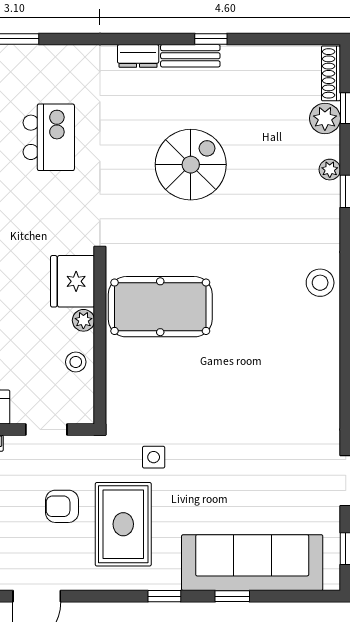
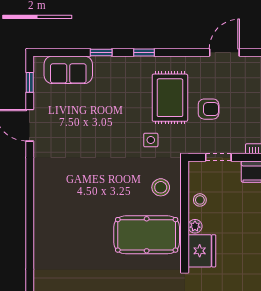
stool: (320, 283) -> (161, 187), moved
sofa: (252, 563) -> (68, 70), width x0.54, depth x0.79

